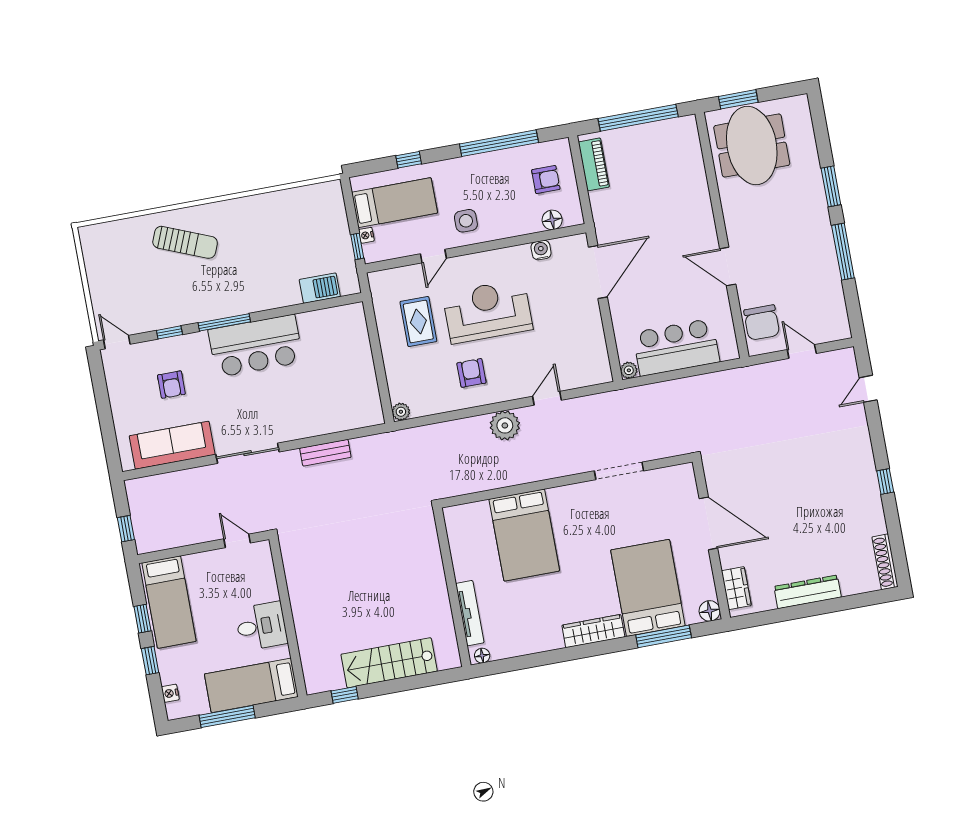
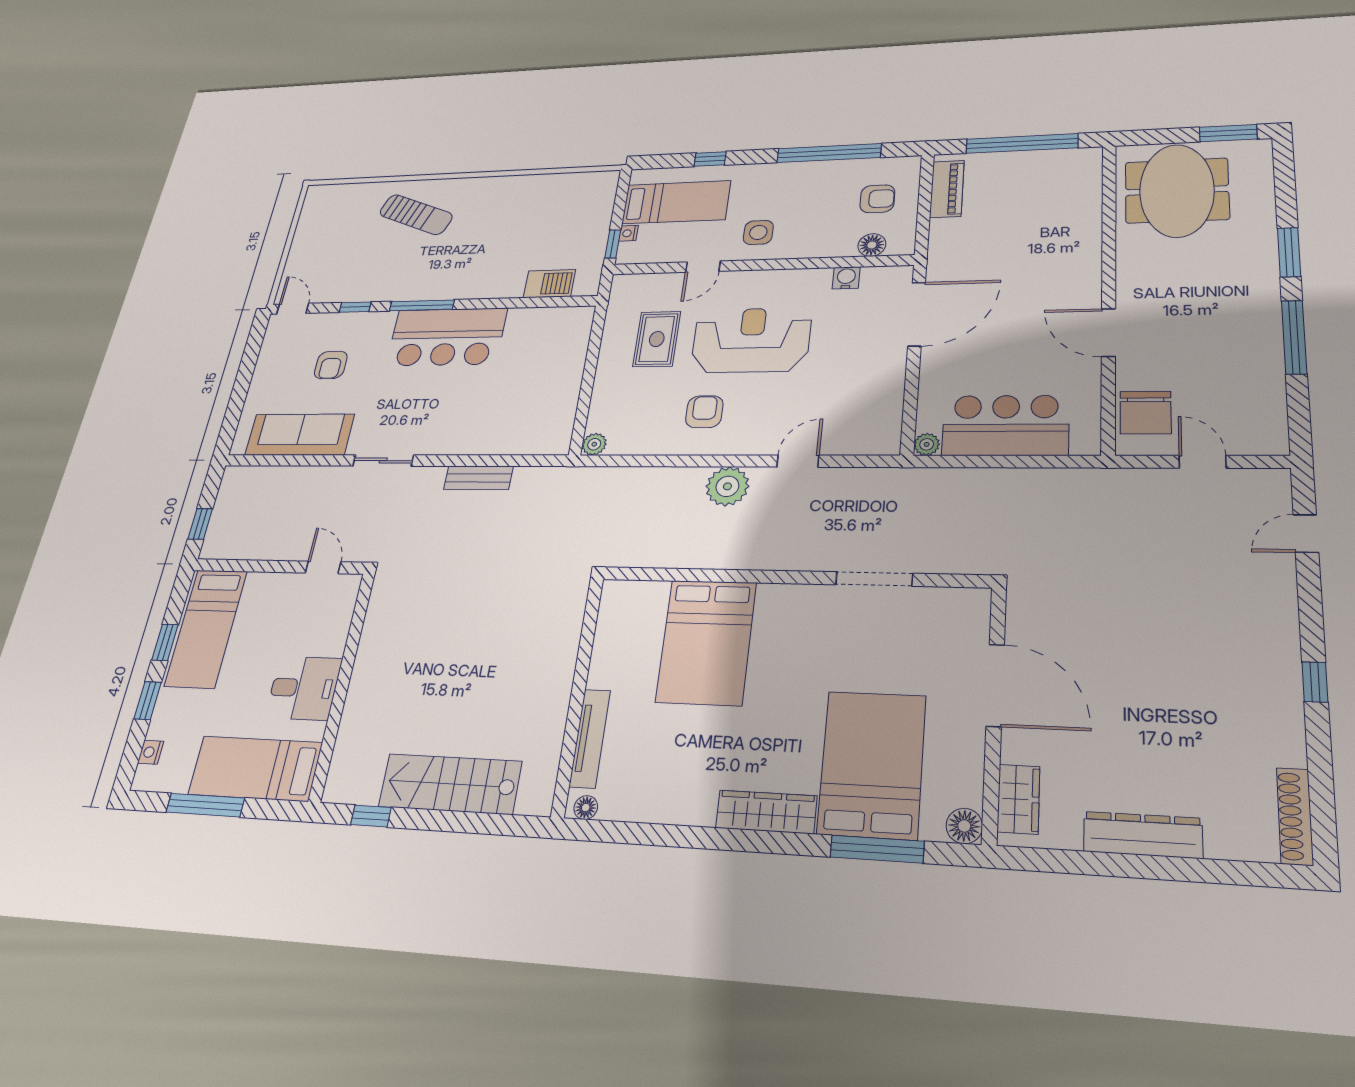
window: (738, 99) -> (1228, 133), moved
sliding door: (248, 453) -> (383, 461), width x0.73

